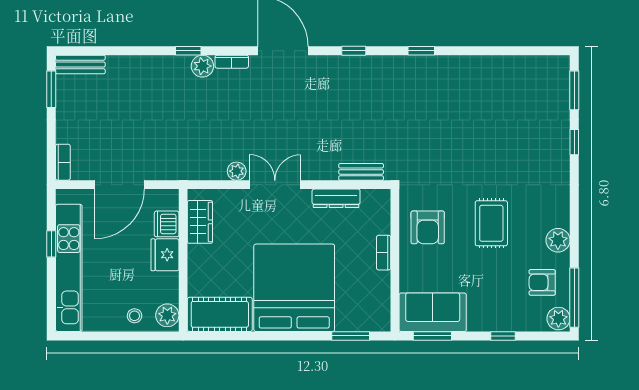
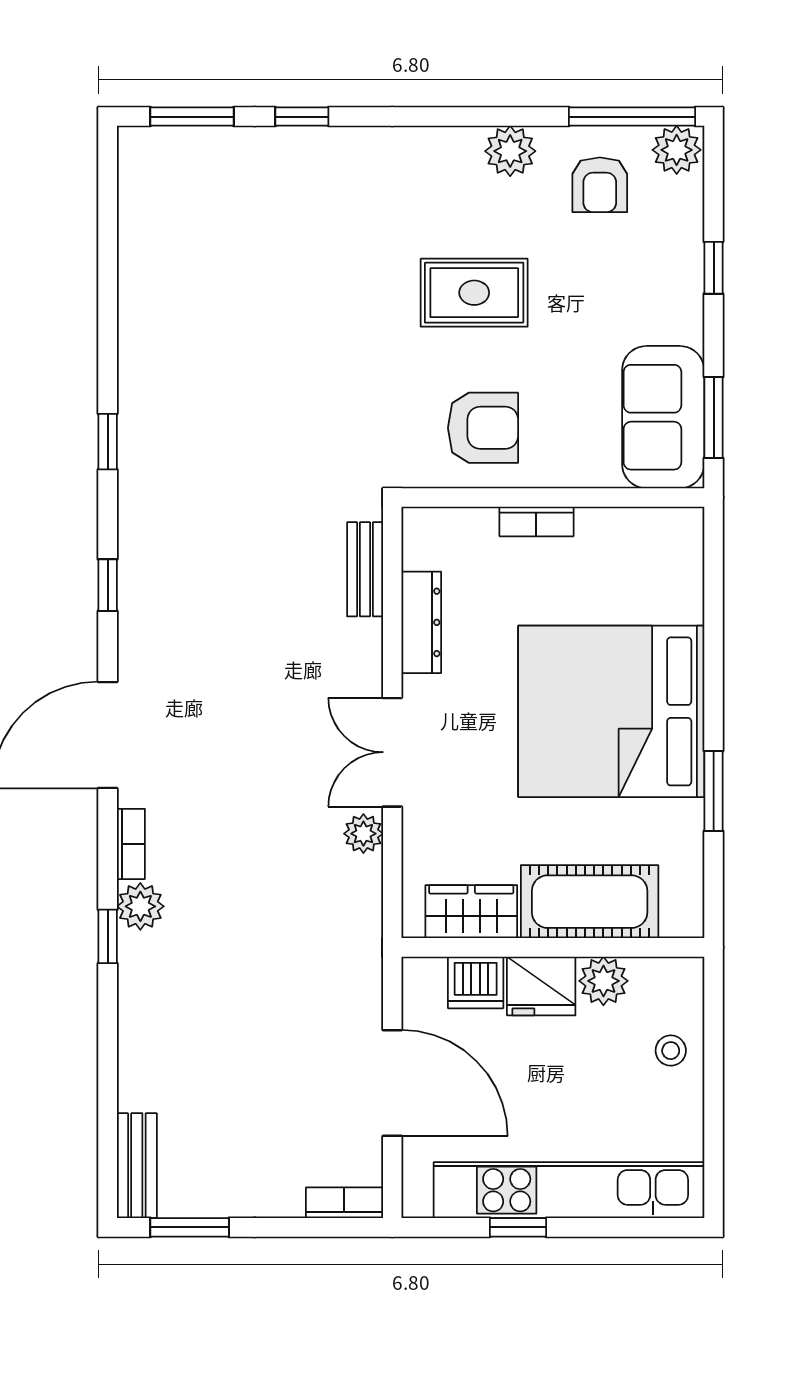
cot: (220, 314) -> (590, 902), moved, turned 90
plant: (167, 315) -> (603, 981), moved
window: (351, 336) -> (714, 791), moved

